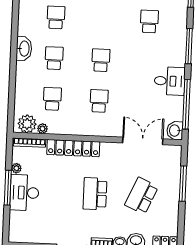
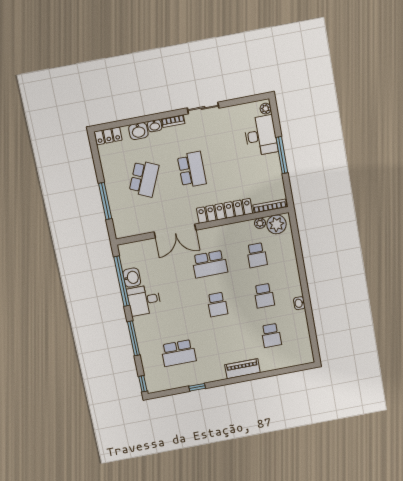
school desk: (149, 21) -> (178, 353), width x1.85
washbasin: (24, 49) -> (299, 303), width x0.52, depth x0.69
school desk: (99, 101) -> (210, 264), width x1.85
washbasin: (175, 131) -> (132, 278), moved
double door: (143, 141) -> (175, 231), moved
plant: (16, 168) -> (266, 109), moved
desk: (24, 193) -> (261, 136), moved

